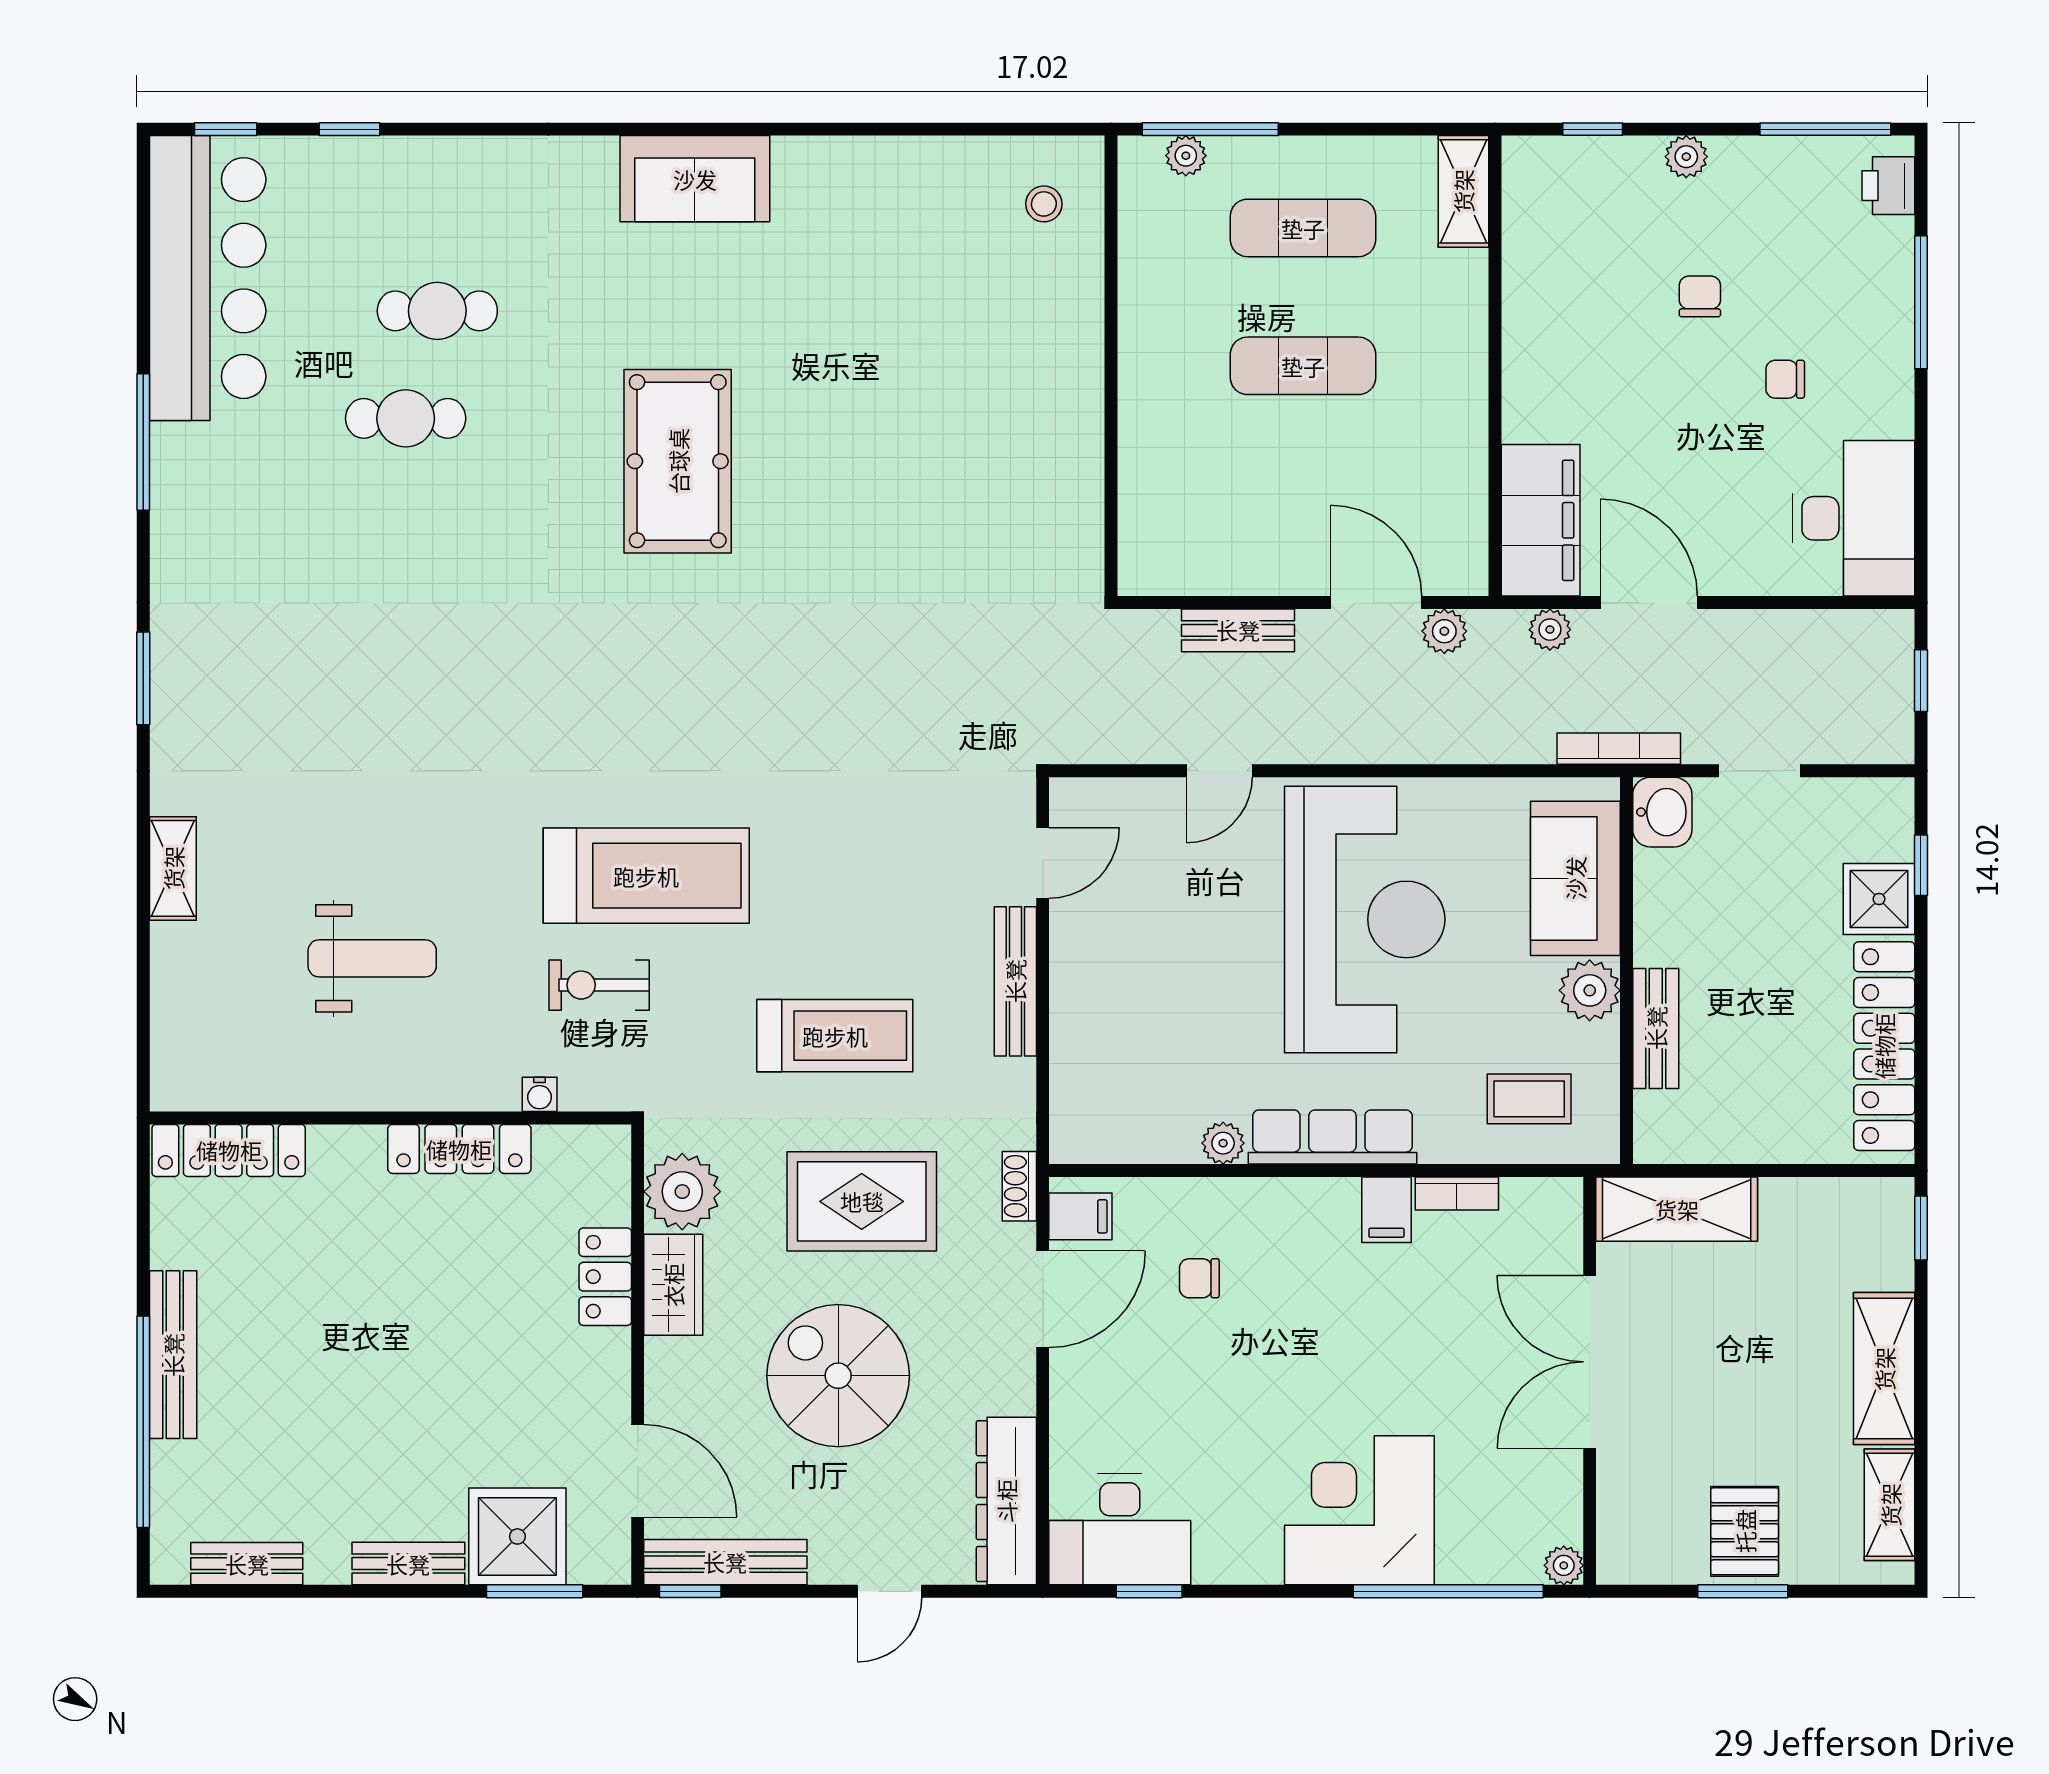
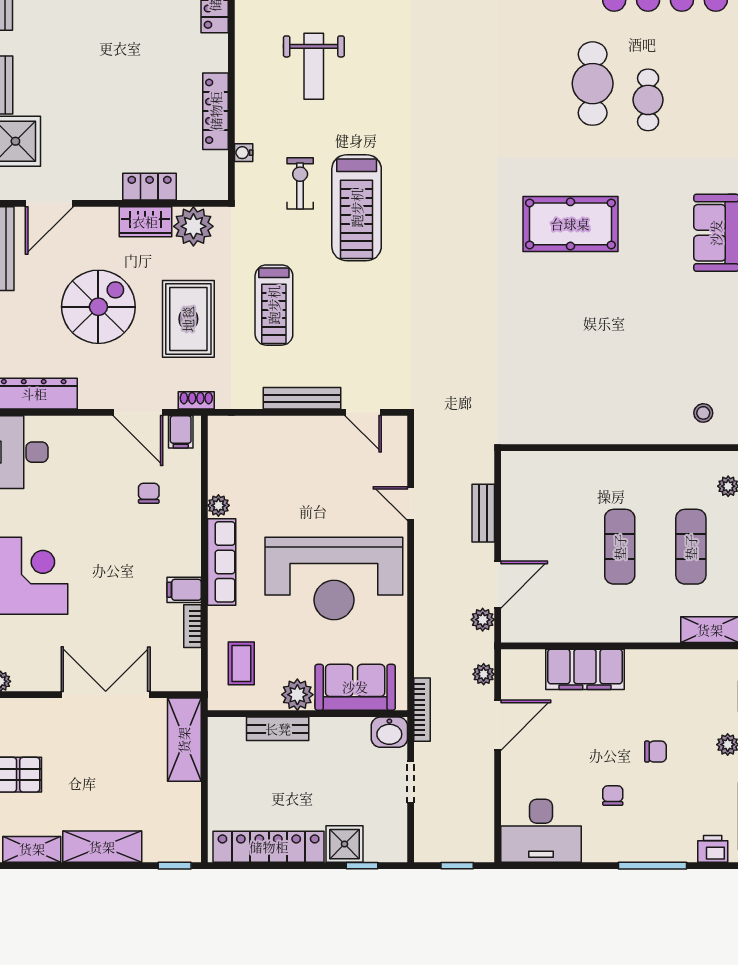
cafe table: (406, 418) -> (593, 84), width x1.37, depth x1.35
filing cabinet: (1541, 520) -> (585, 669), moved

